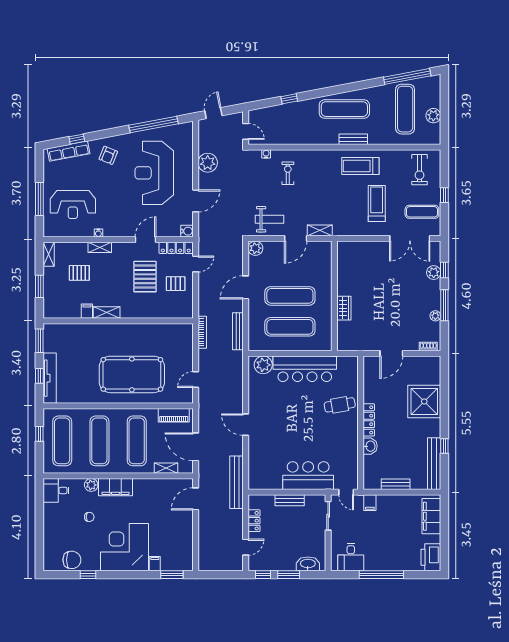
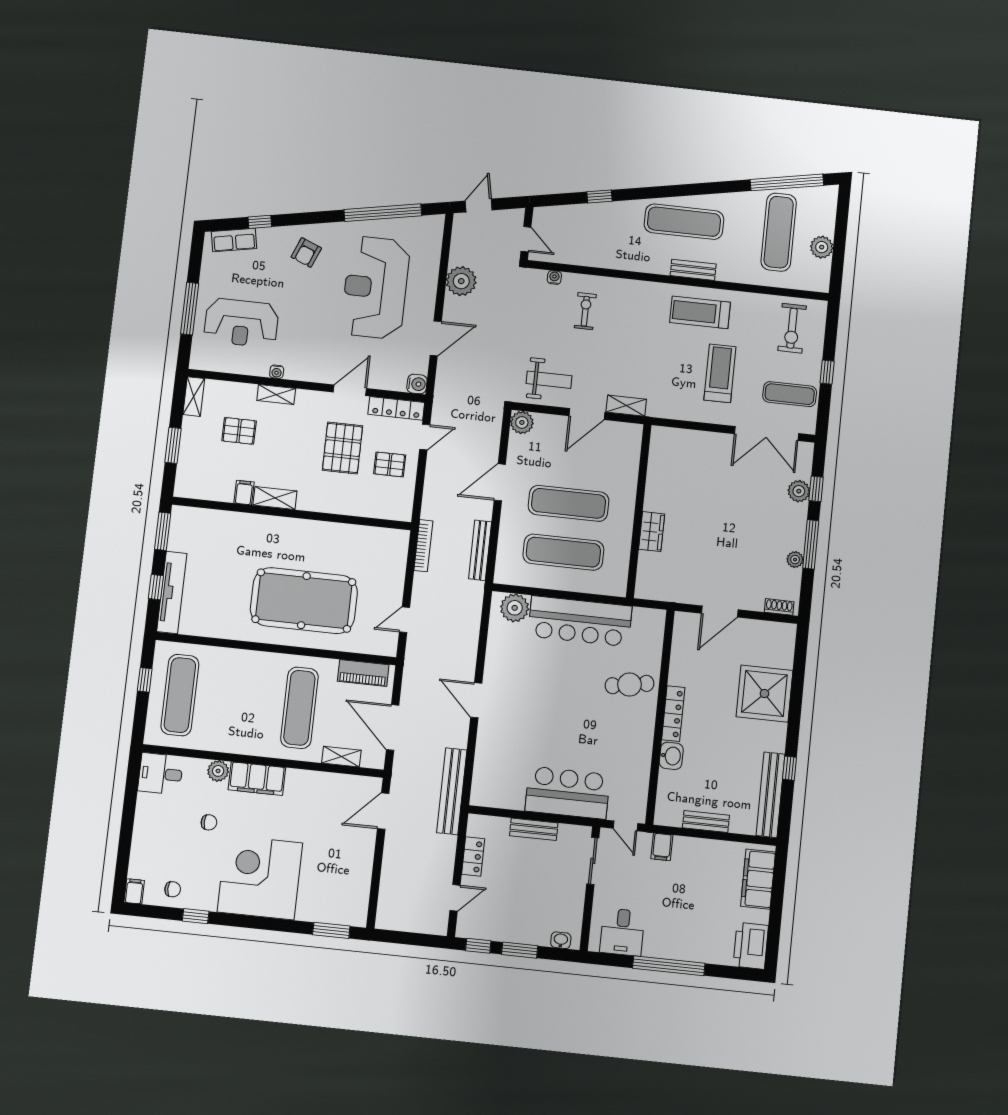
row of seats: (69, 151) -> (234, 240), width x0.68
exercise mat: (99, 441) -> (240, 701), removed
chair: (72, 560) -> (173, 889), width x0.54, depth x0.54
filing cabinet: (155, 564) -> (134, 891), moved
washbasin: (308, 564) -> (561, 940), width x0.52, depth x0.69

